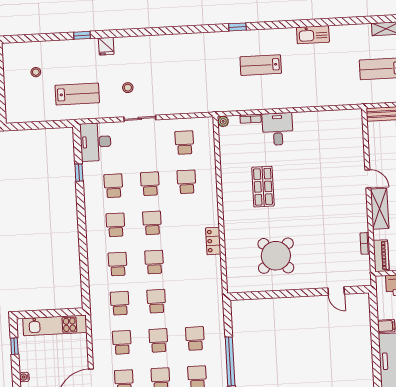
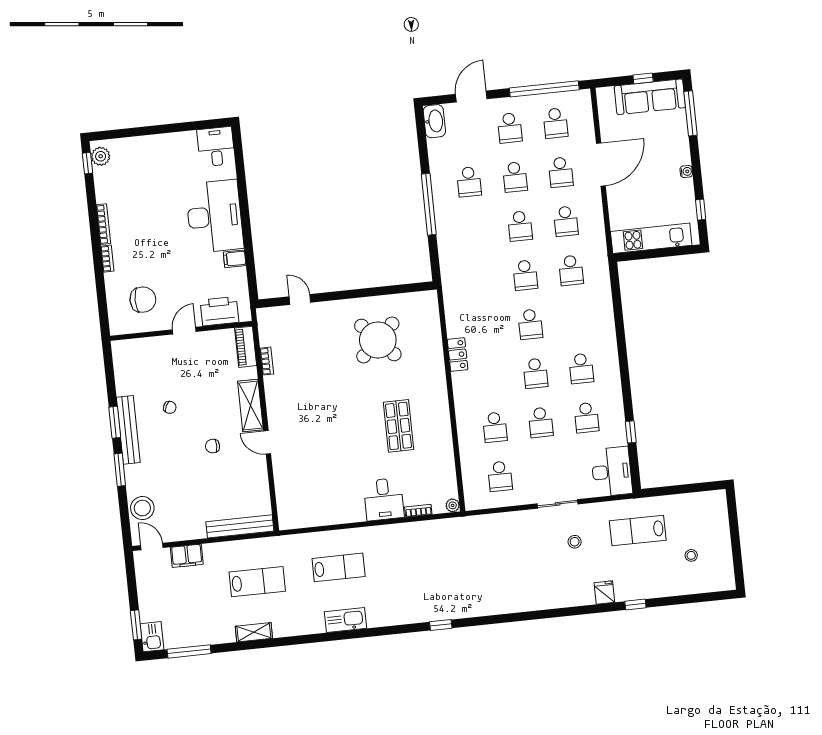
lab bench: (261, 65) -> (339, 567), moved
school desk: (118, 264) -> (576, 319), removed
school desk: (195, 338) -> (474, 231), removed

